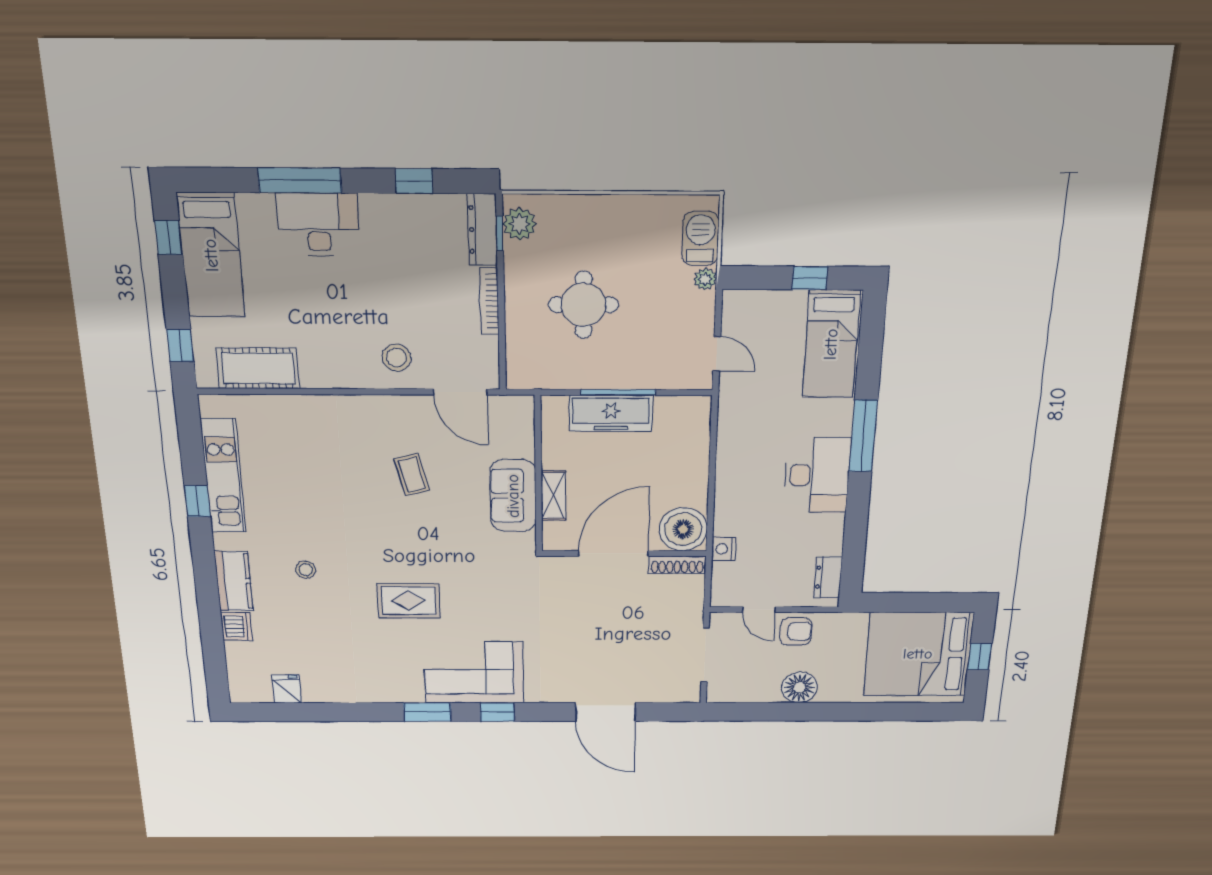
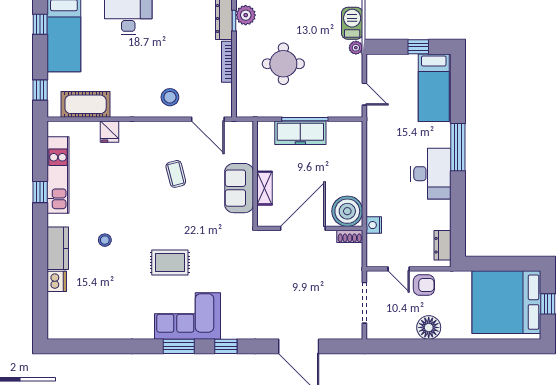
shoe rack: (677, 565) -> (350, 236), width x0.70
corner sofa: (474, 673) -> (187, 316), moved
fridge: (287, 689) -> (110, 132), moved, turned 180

